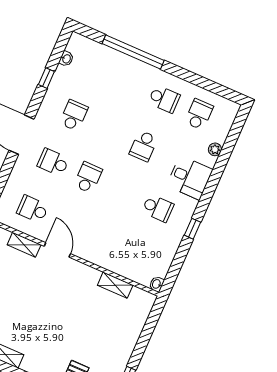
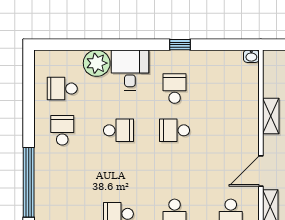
plant: (215, 149) -> (97, 63), width x1.88, depth x1.88
school desk: (88, 178) -> (175, 130), moved
shelving: (115, 285) -> (271, 116), moved

